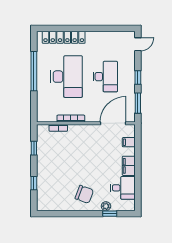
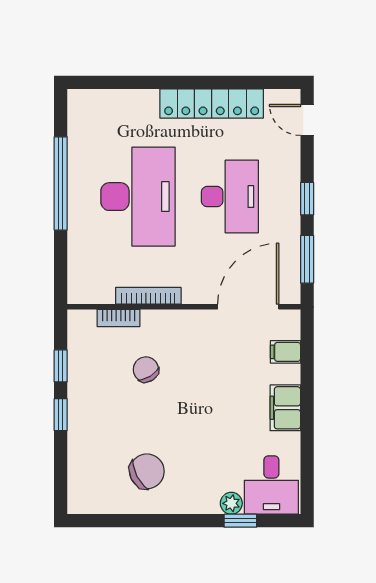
locker: (64, 37) -> (212, 104), moved
door: (138, 44) -> (307, 120), swing flipped
chair: (70, 150) -> (146, 369), added
window: (34, 183) -> (61, 415), moved
desk: (123, 188) -> (271, 485), moved, turned 90
chair: (84, 194) -> (147, 471), moved, turned -47

